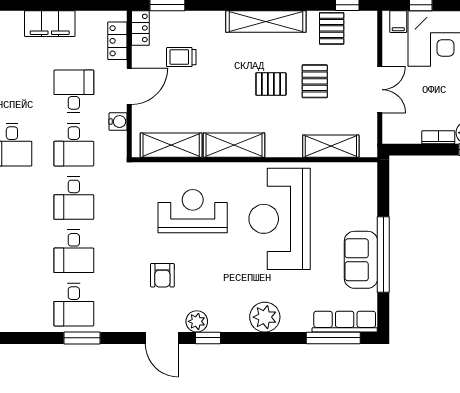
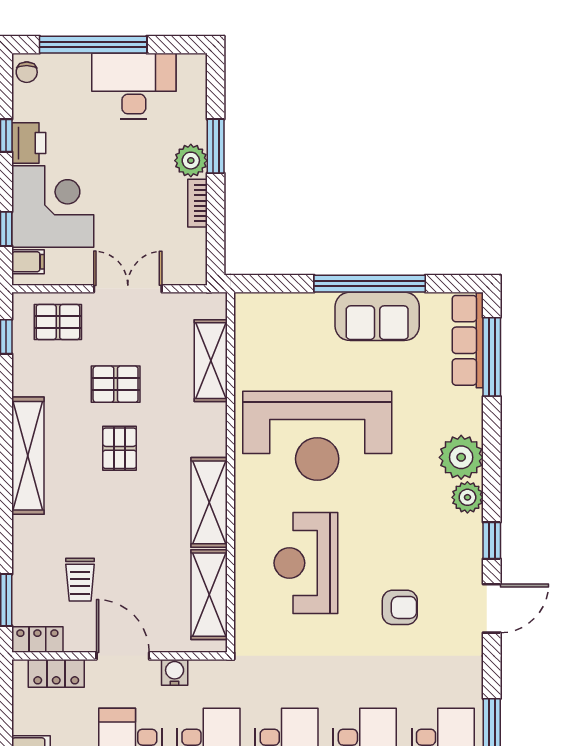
pallet: (332, 28) -> (58, 322), moved
plant: (197, 321) -> (467, 497), moved

